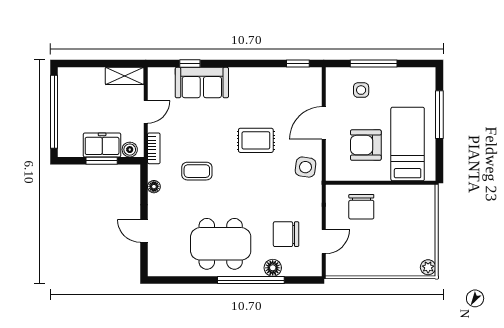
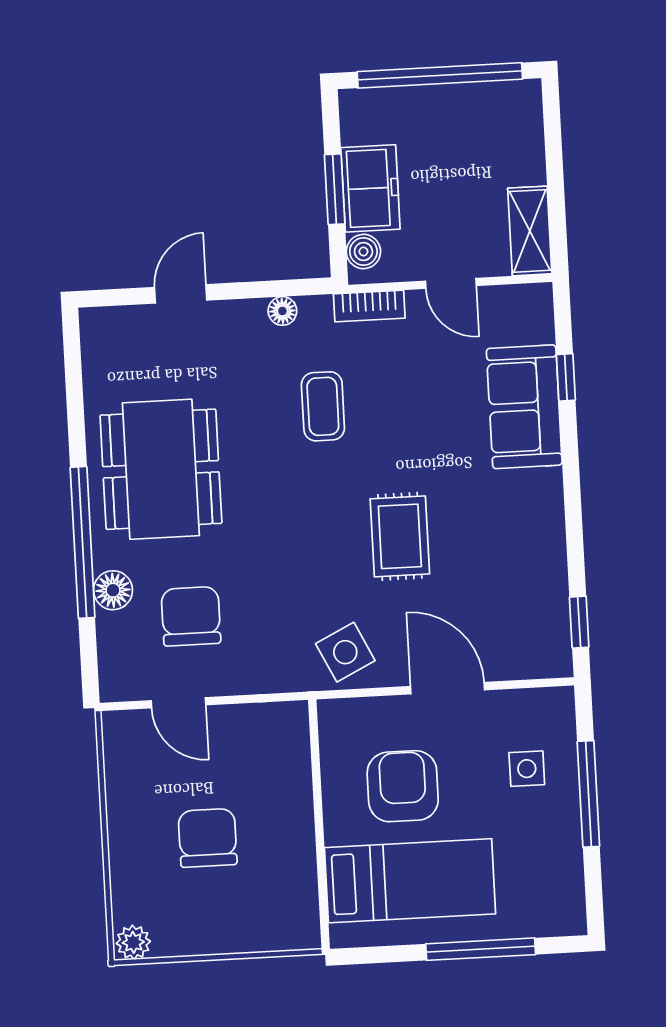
side table: (306, 167) -> (345, 652), turned -34
chair: (361, 207) -> (208, 838), moved, turned 90

